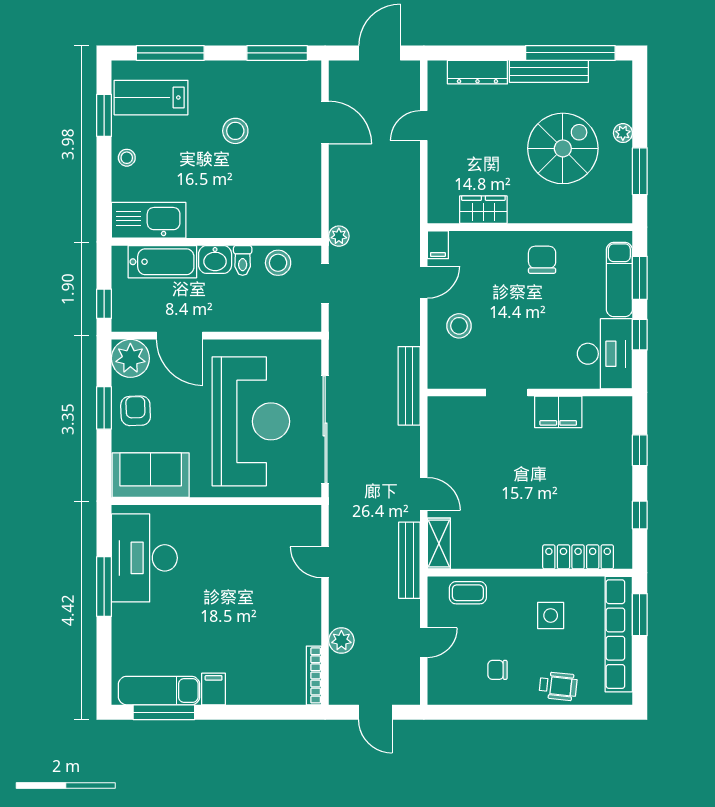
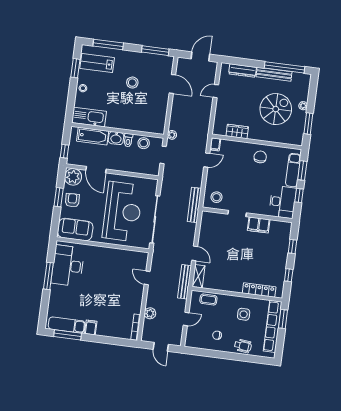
stool: (459, 326) -> (217, 197), moved

